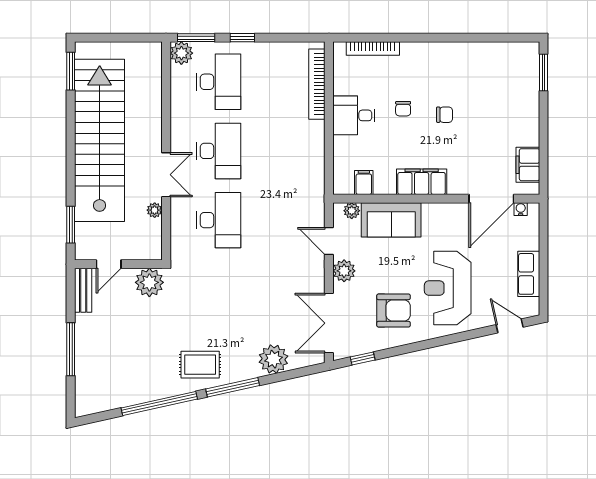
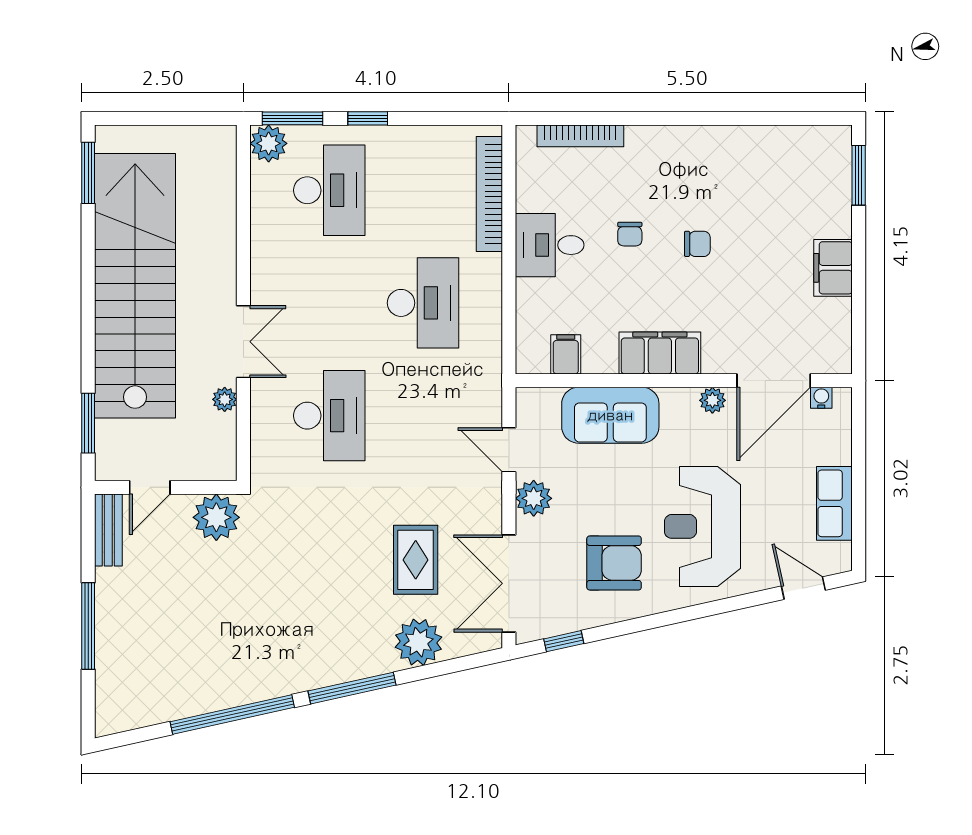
desk: (219, 151) -> (423, 303), moved
filing cabinet: (528, 165) -> (833, 268), moved
plant: (352, 211) -> (712, 400), moved
rug: (200, 365) -> (416, 560), moved, turned 90

